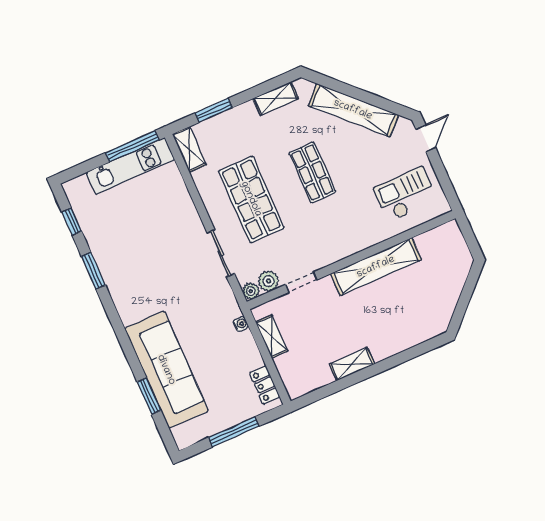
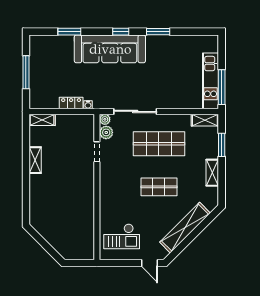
shelving: (276, 99) -> (212, 173), moved
checkout: (406, 194) -> (122, 236), turned 90
window: (72, 222) -> (121, 32), moved
sliding door: (221, 253) -> (135, 111), width x1.37
shelving: (376, 267) -> (87, 200), removed
shelving: (272, 336) -> (42, 120), moved
sofa: (166, 370) -> (110, 49), moved
locker: (265, 385) -> (71, 103), moved

